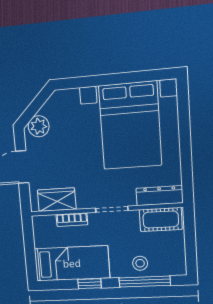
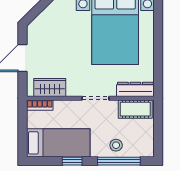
plant: (39, 126) -> (40, 25), removed
bookcase: (72, 220) -> (40, 105), moved

